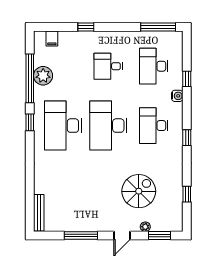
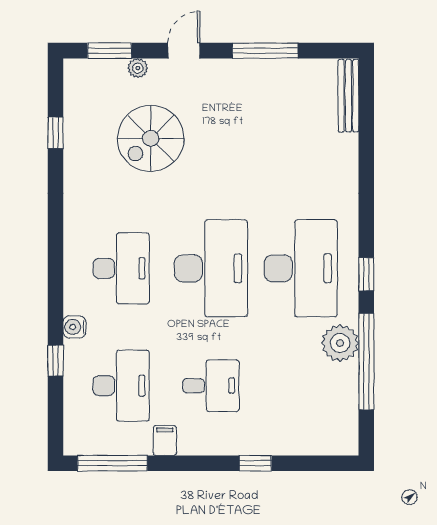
filing cabinet: (52, 39) -> (165, 440), moved
plant: (43, 76) -> (340, 343), moved
window: (187, 138) -> (56, 244), removed

